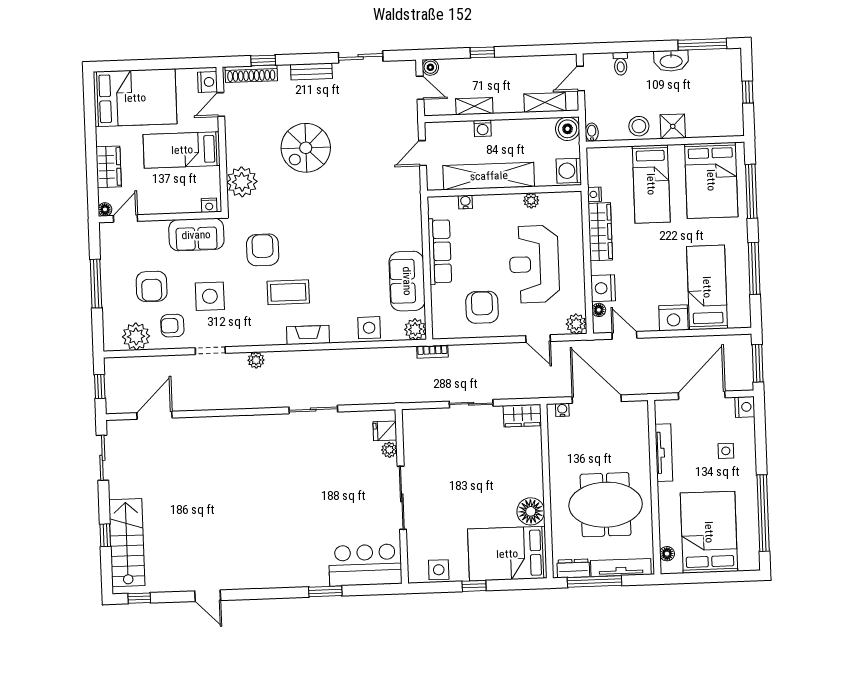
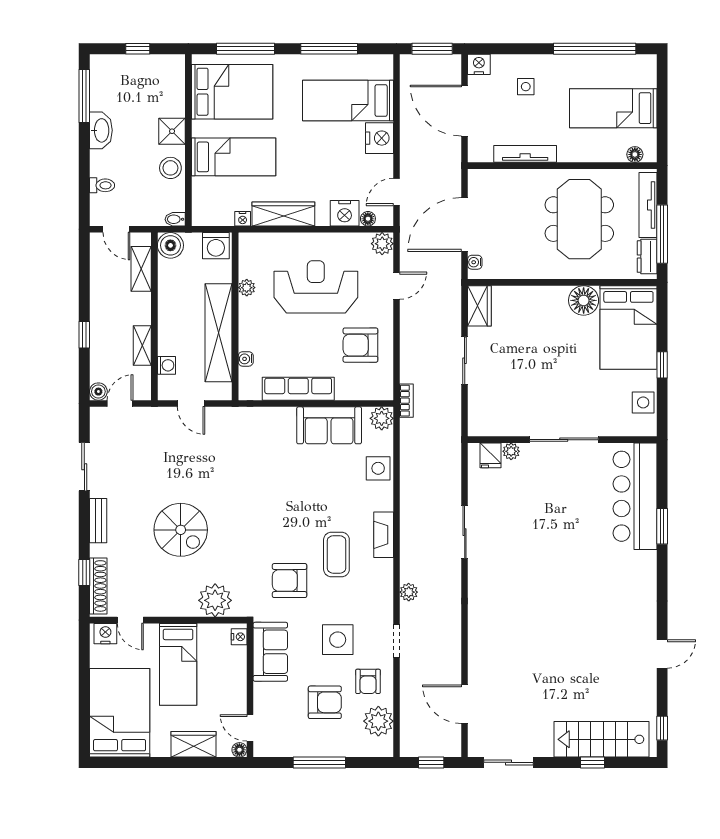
washing machine: (483, 128) -> (167, 365), moved
reception desk: (534, 264) -> (316, 287), turned 180
bed: (709, 532) -> (613, 108), width x0.67
bar counter: (365, 565) -> (635, 496), width x1.36

